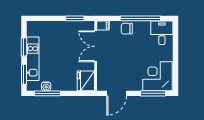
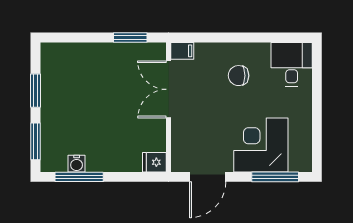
window: (140, 18) -> (252, 38), removed
chair: (127, 29) -> (239, 76), moved
kitchen unit: (33, 59) -> (52, 112), removed
corner desk: (158, 76) -> (261, 145), moved
fridge: (86, 81) -> (154, 162), width x0.53, depth x0.75

